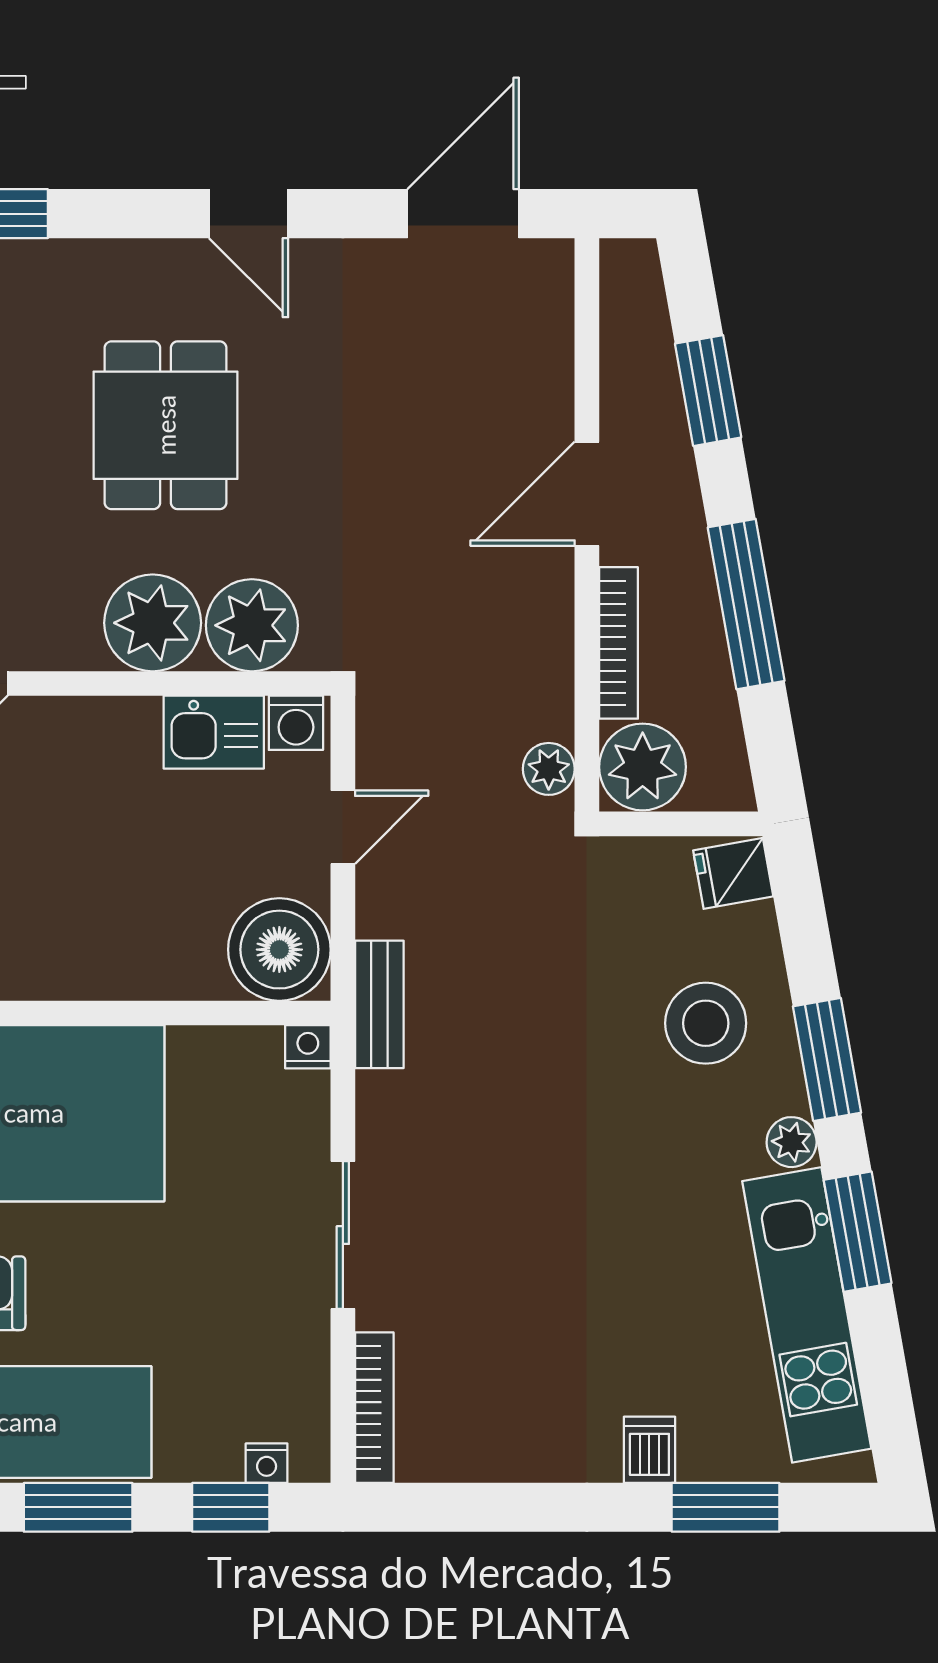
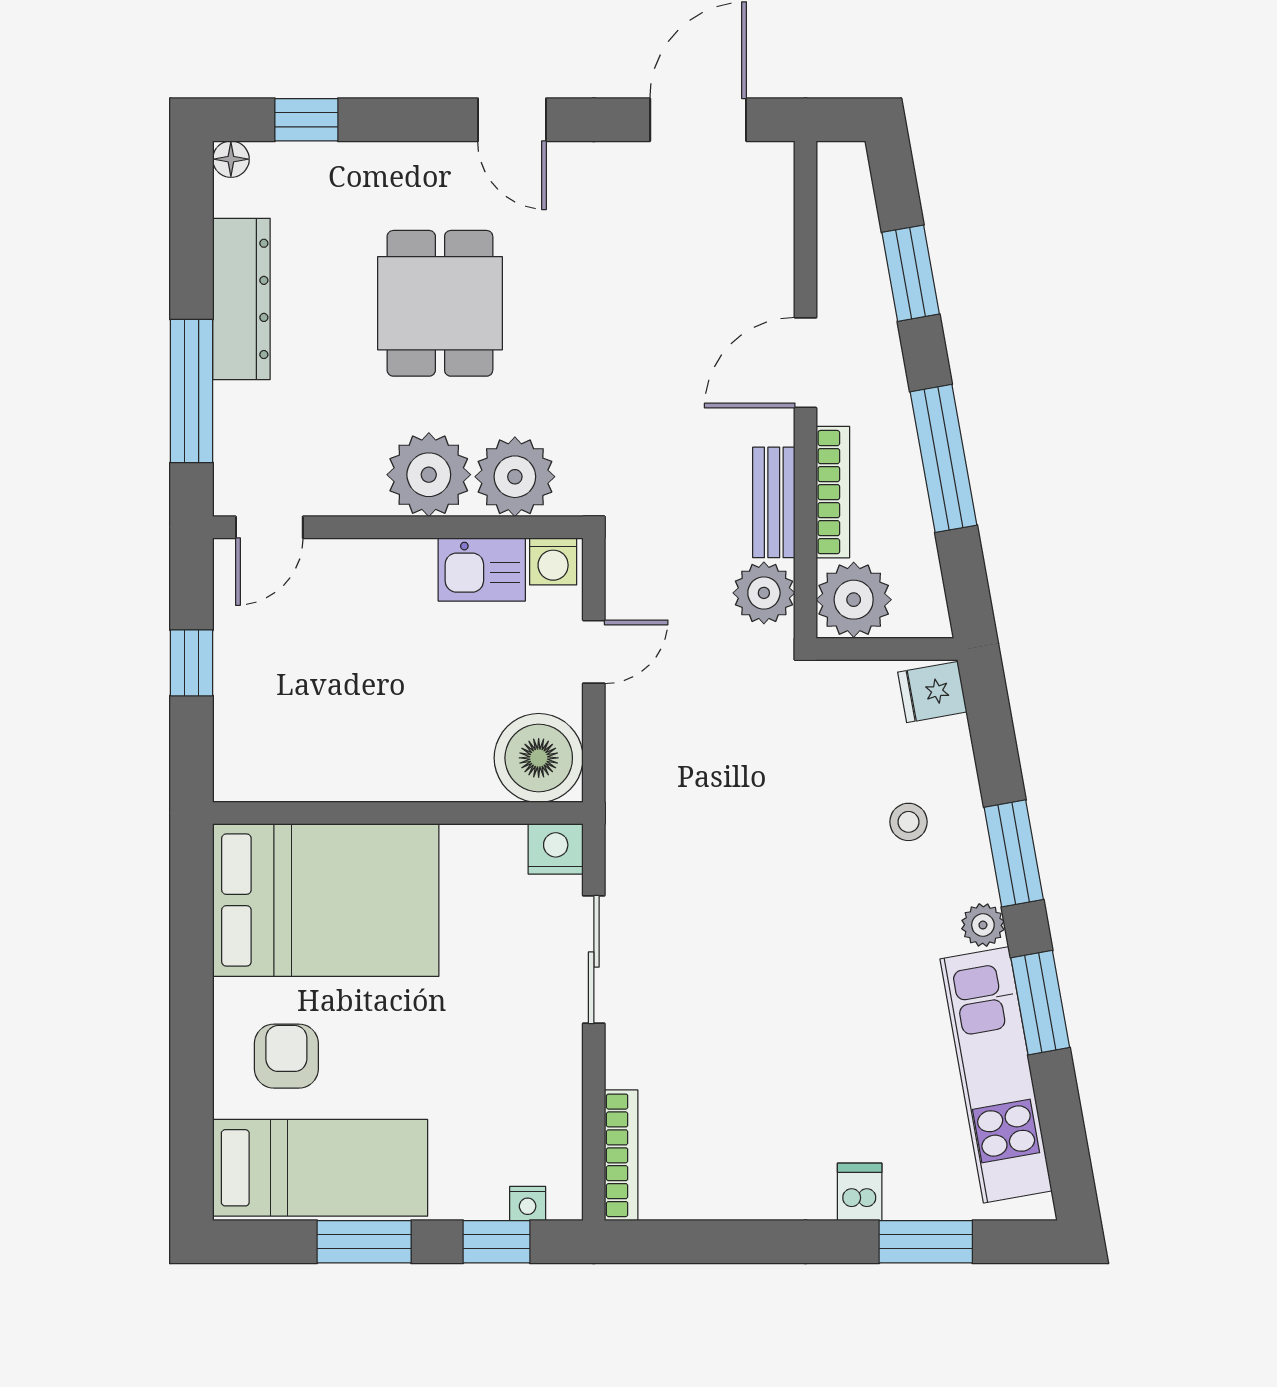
plant: (549, 769) -> (764, 593), width x1.38, depth x1.38
bench: (379, 1004) -> (774, 502), moved
stool: (706, 1023) -> (908, 822), width x0.53, depth x0.53
nightstand: (308, 1047) -> (556, 849), width x1.39, depth x1.35
sliding door: (343, 1235) -> (594, 960), moved

